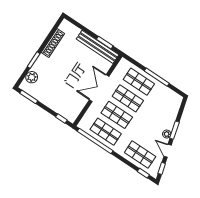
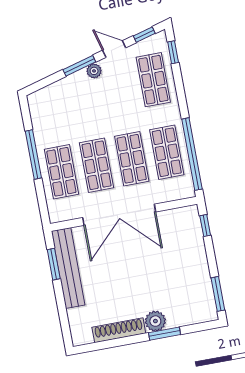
plant: (32, 77) -> (155, 321), moved
double door: (99, 88) -> (119, 215), width x1.36
door: (168, 151) -> (114, 49), swing flipped

